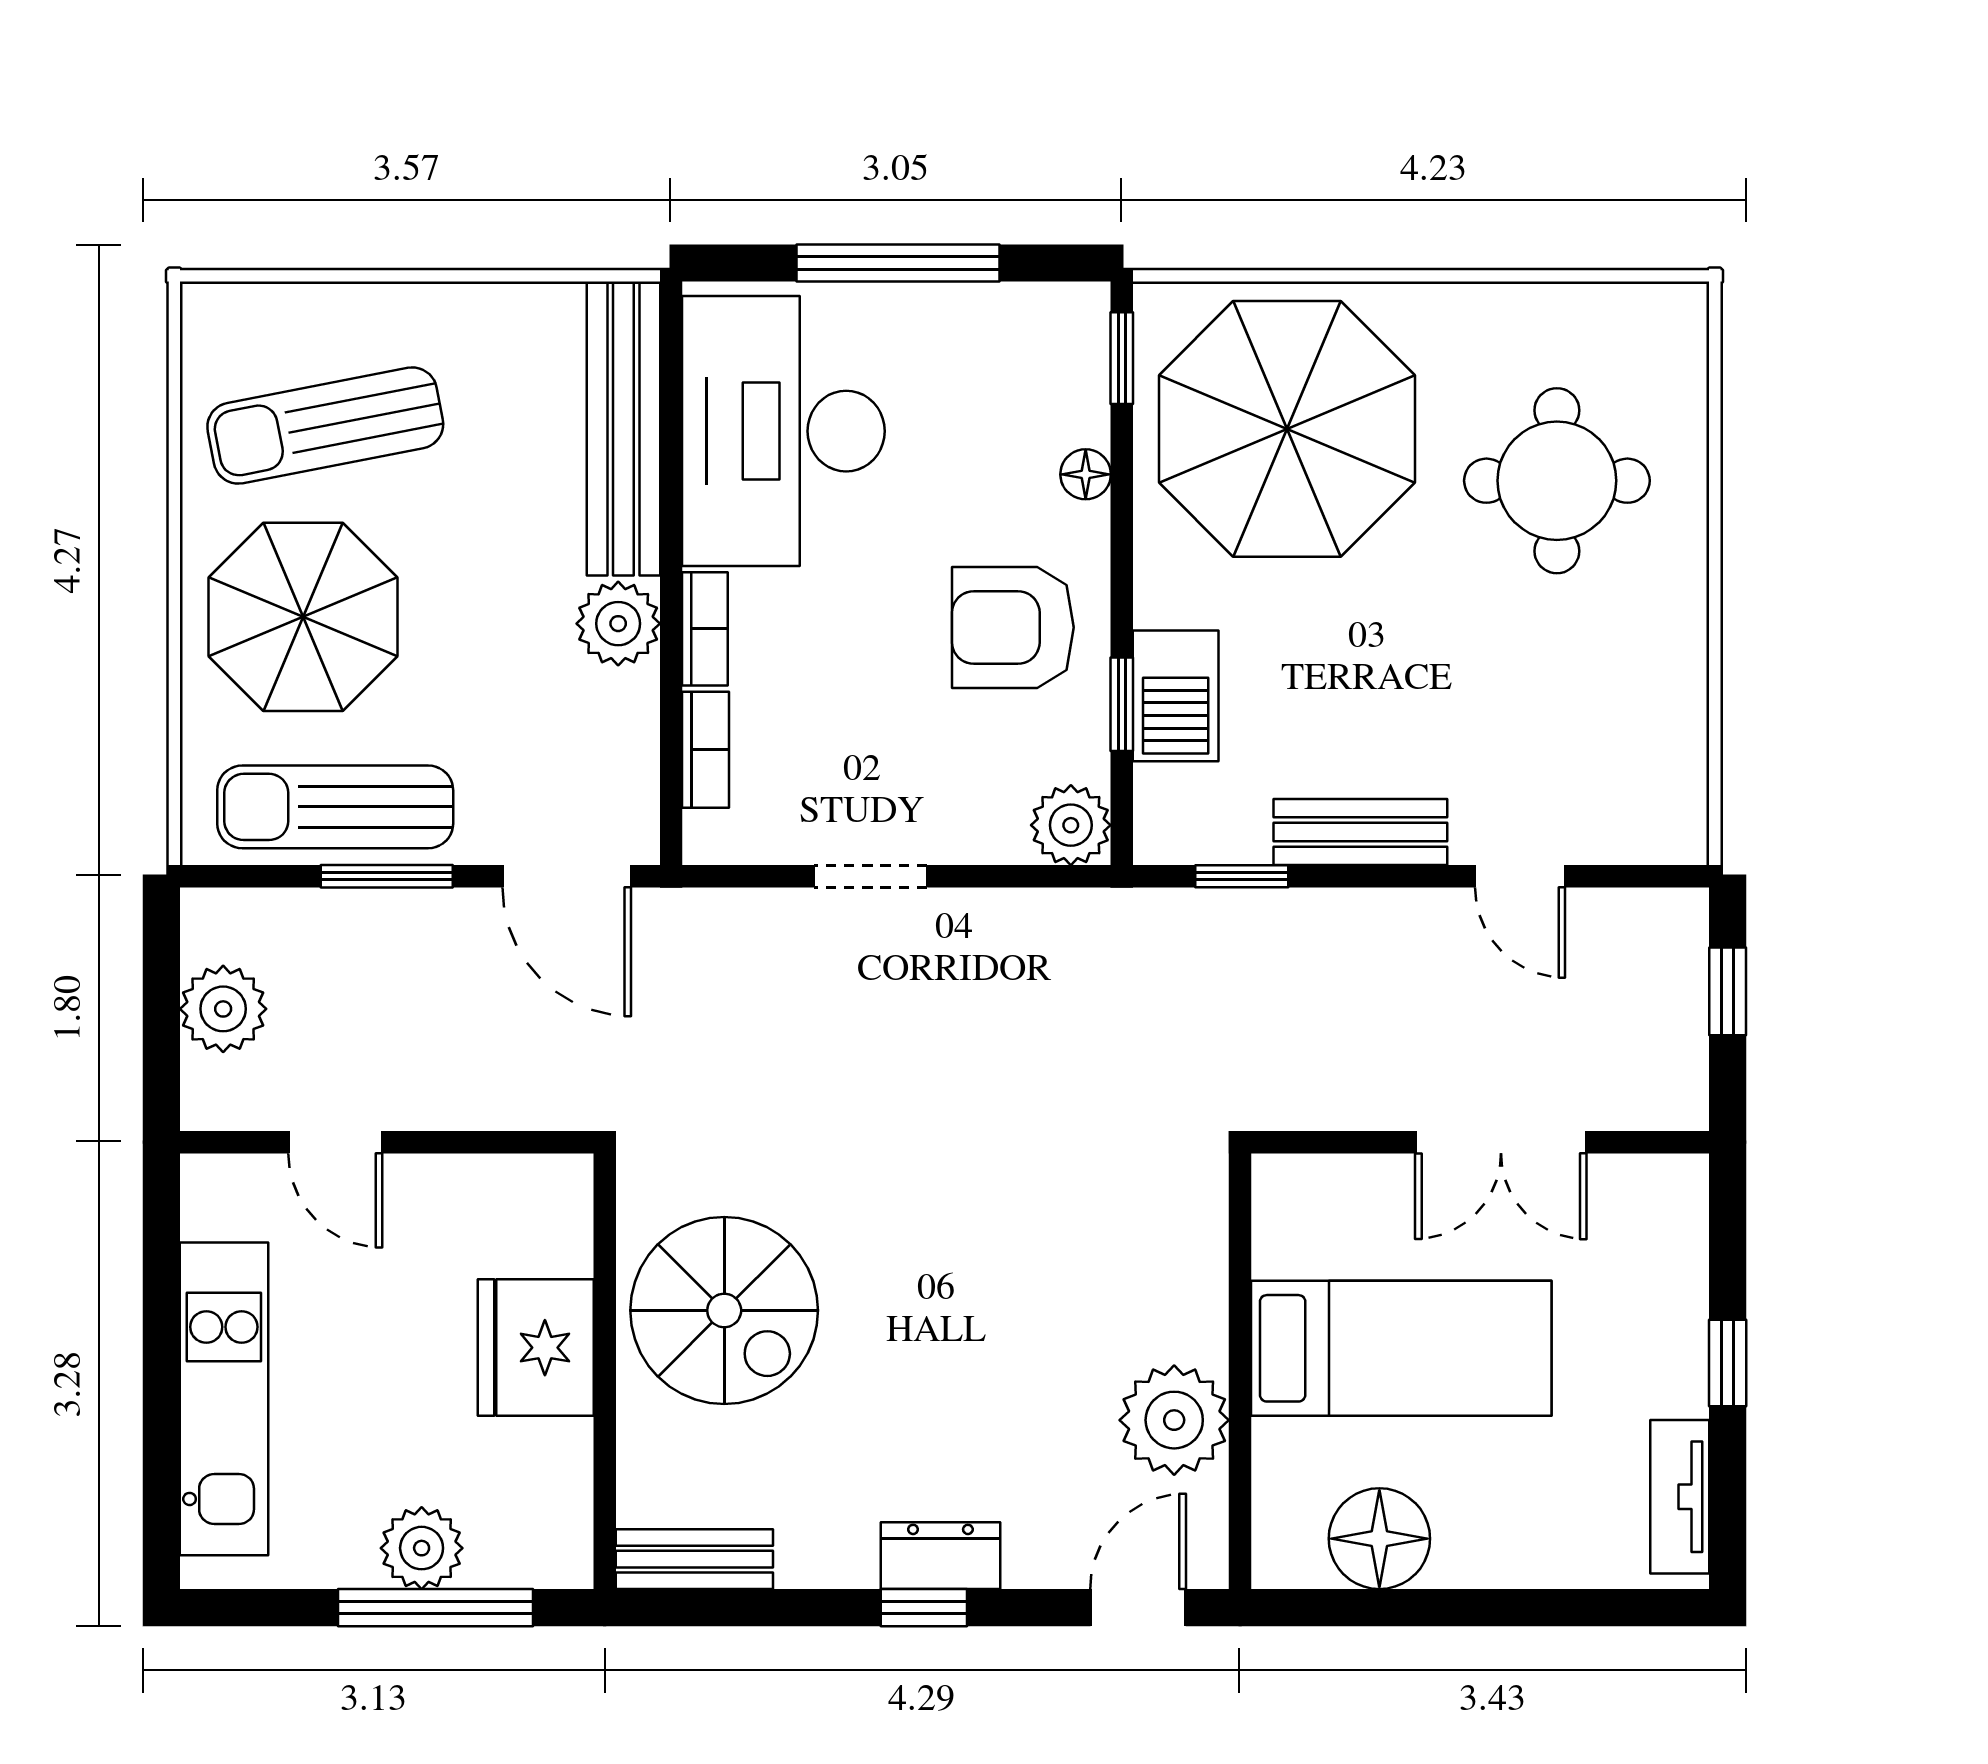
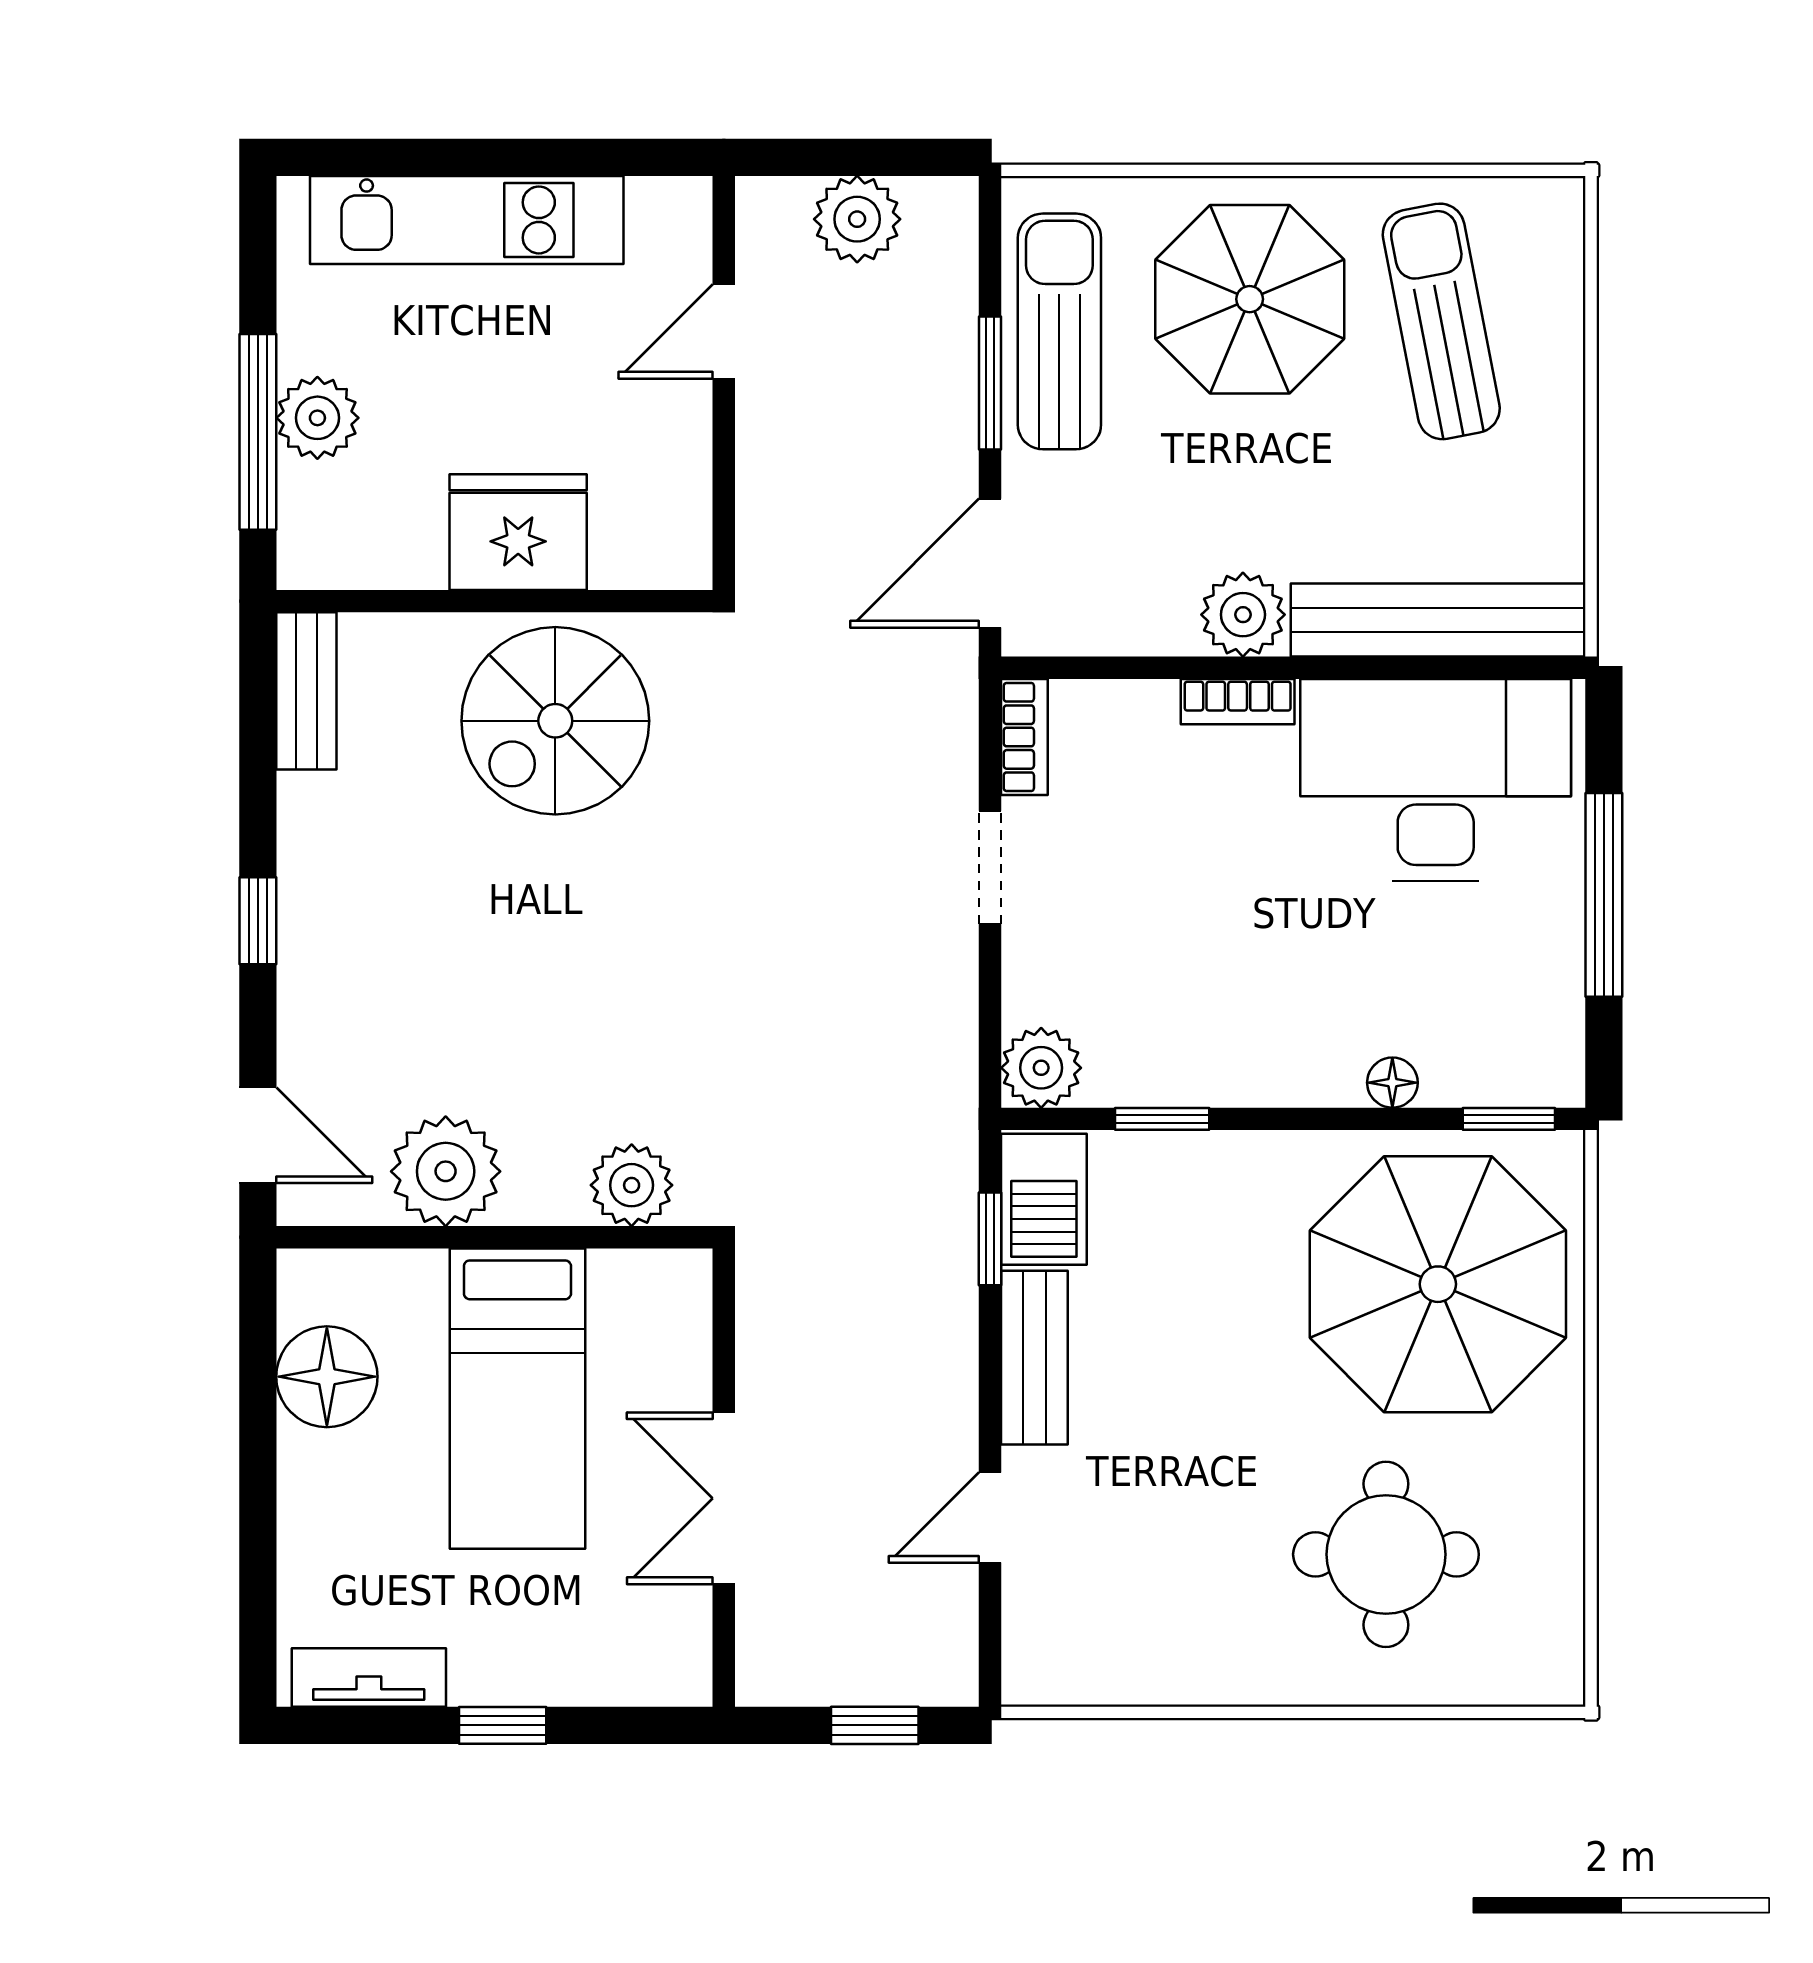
armchair: (1013, 627) -> (1239, 1010), removed
barbecue: (1176, 696) -> (1044, 1199), moved, turned -90
bookcase: (706, 750) -> (1024, 737), moved, turned -90
plant: (1188, 1234) -> (632, 1185), added
dresser: (940, 1556) -> (310, 937), removed

